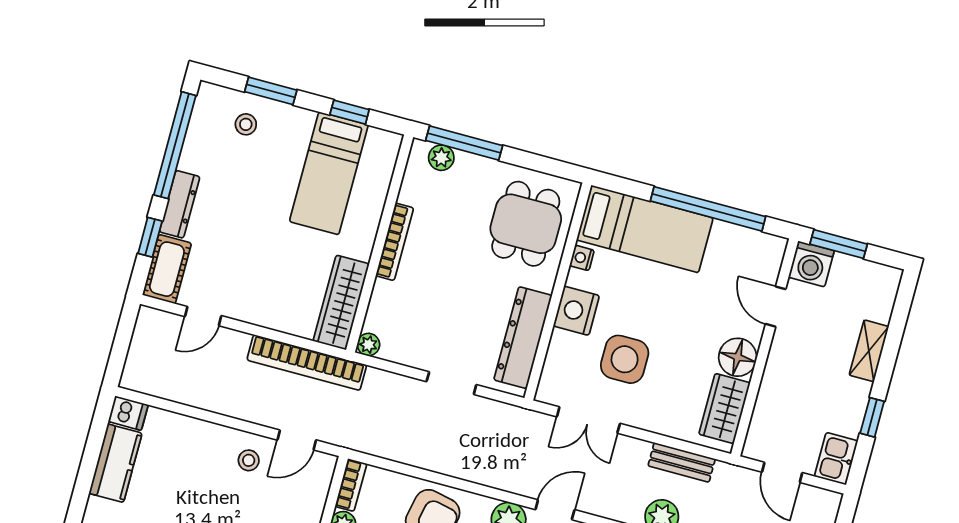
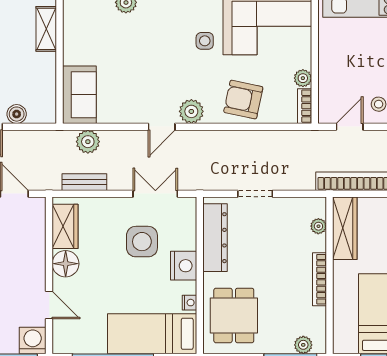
plant: (368, 345) -> (318, 226), moved

